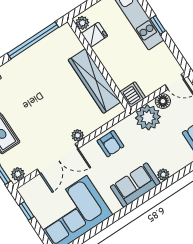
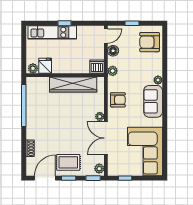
plant: (148, 117) -> (113, 71), width x0.53, depth x0.53
double door: (58, 159) -> (106, 138), swing flipped

